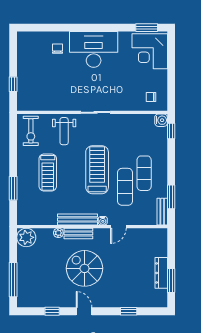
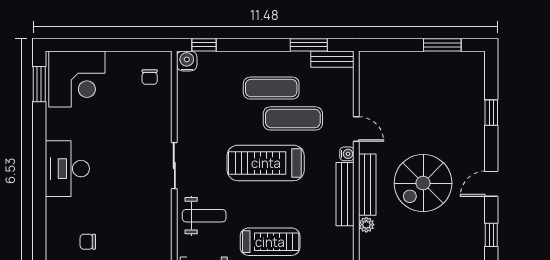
chair: (58, 49) -> (88, 242), moved
desk: (94, 49) -> (67, 169), width x0.73, depth x0.77
bench: (78, 233) -> (367, 185), width x1.36
dresser: (161, 273) -> (430, 61), removed

